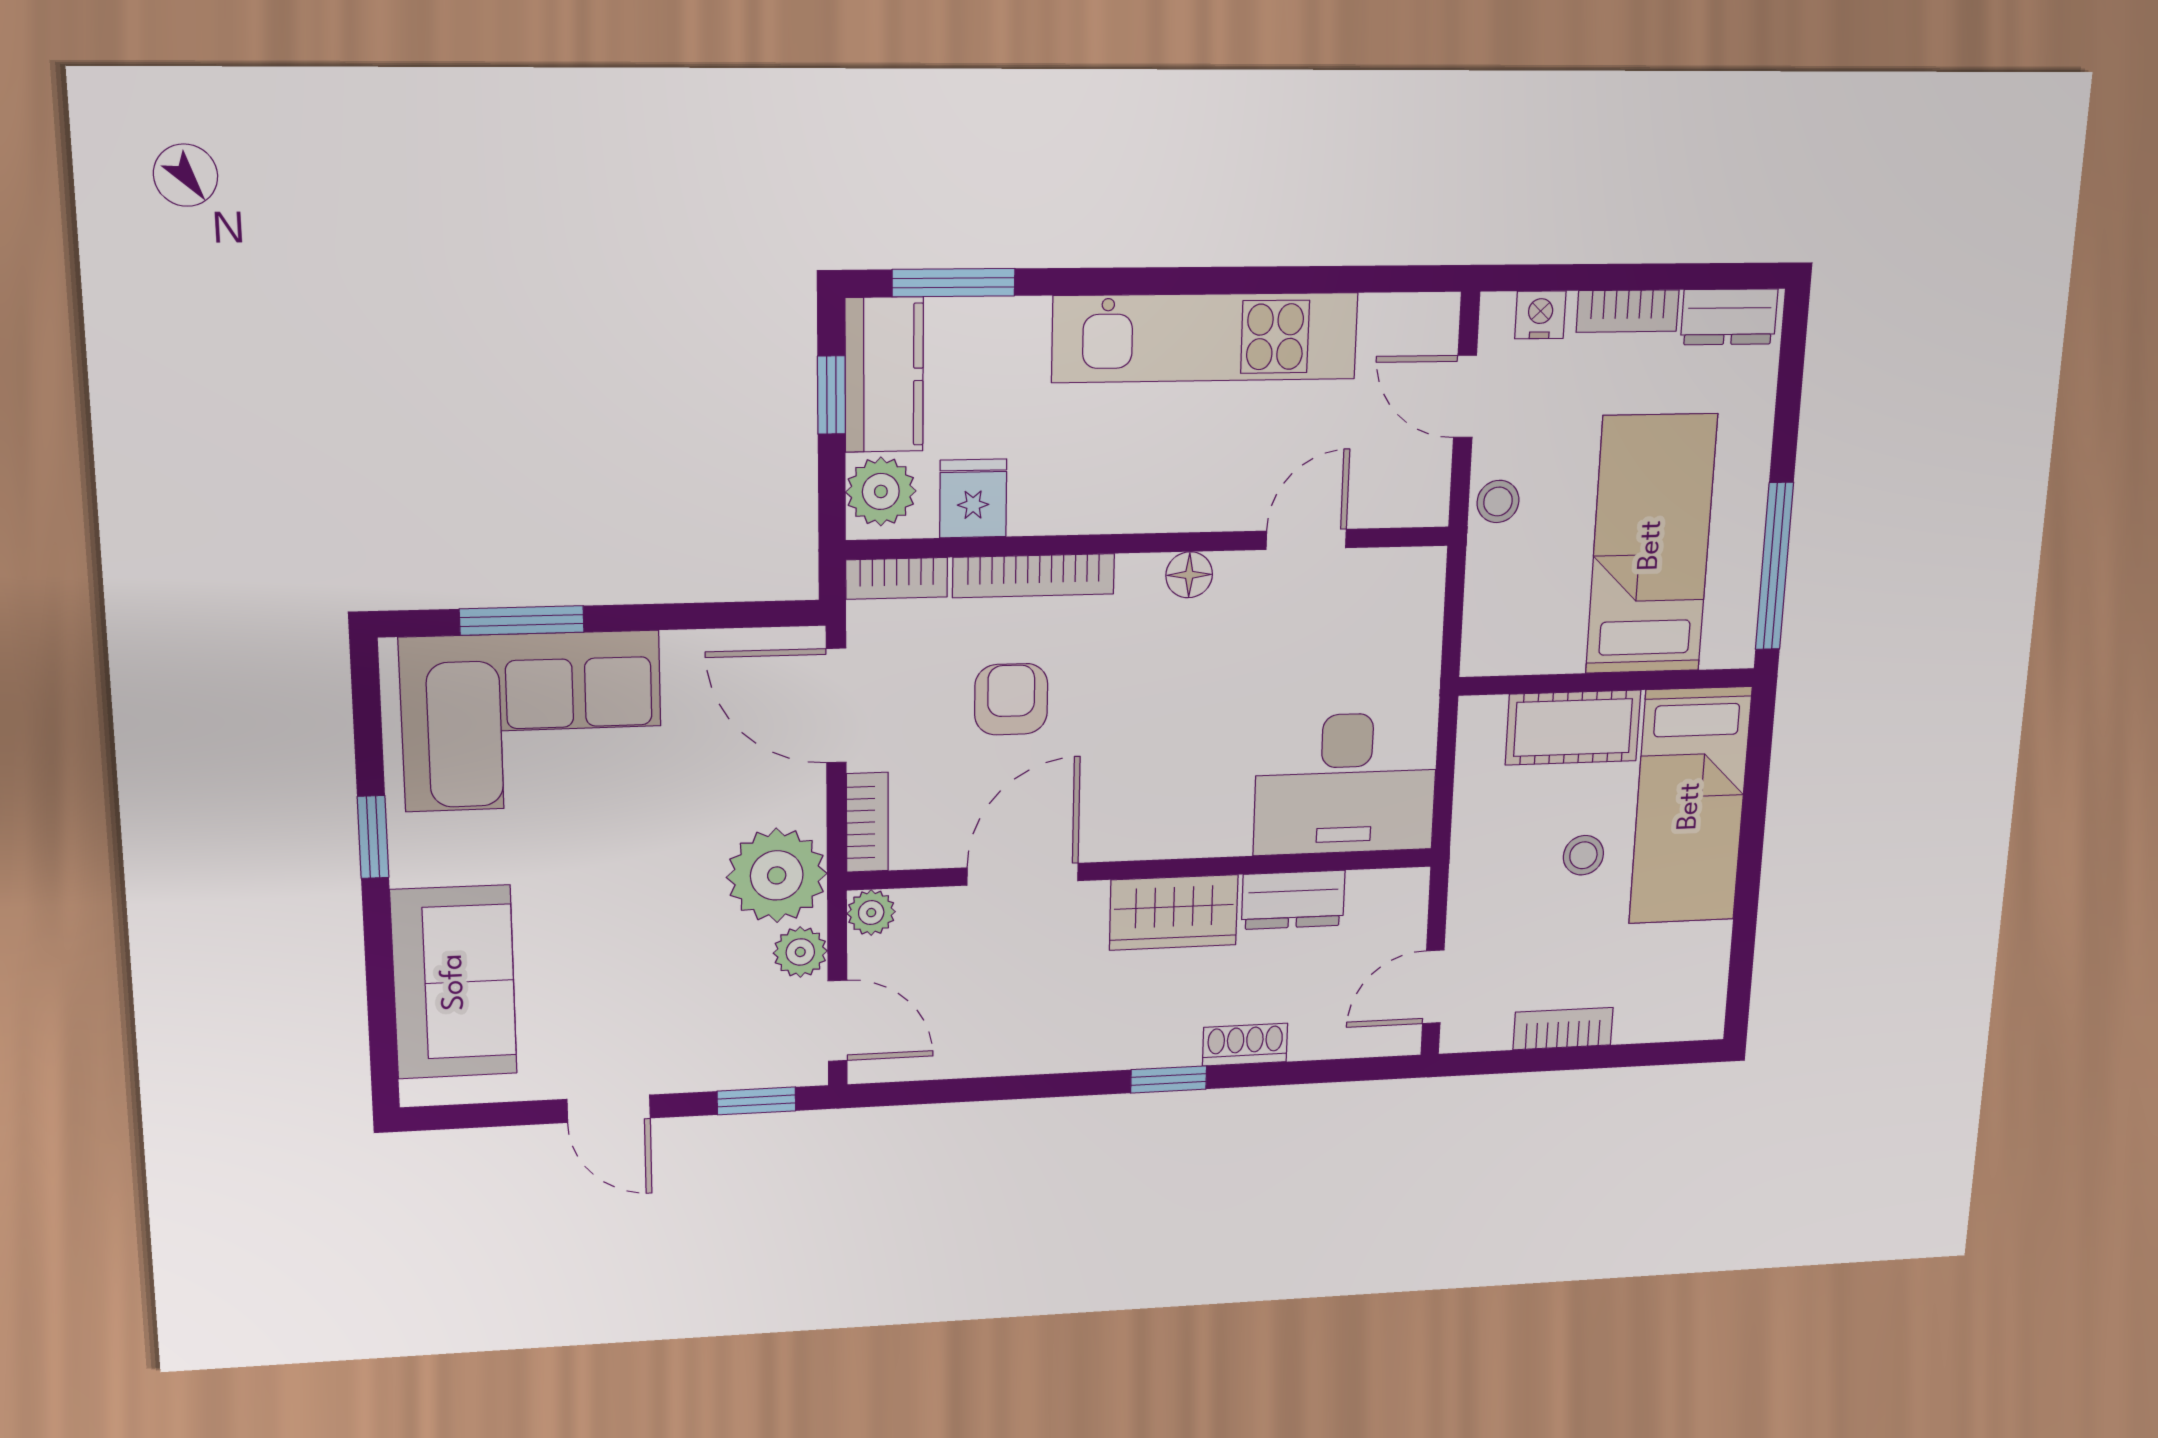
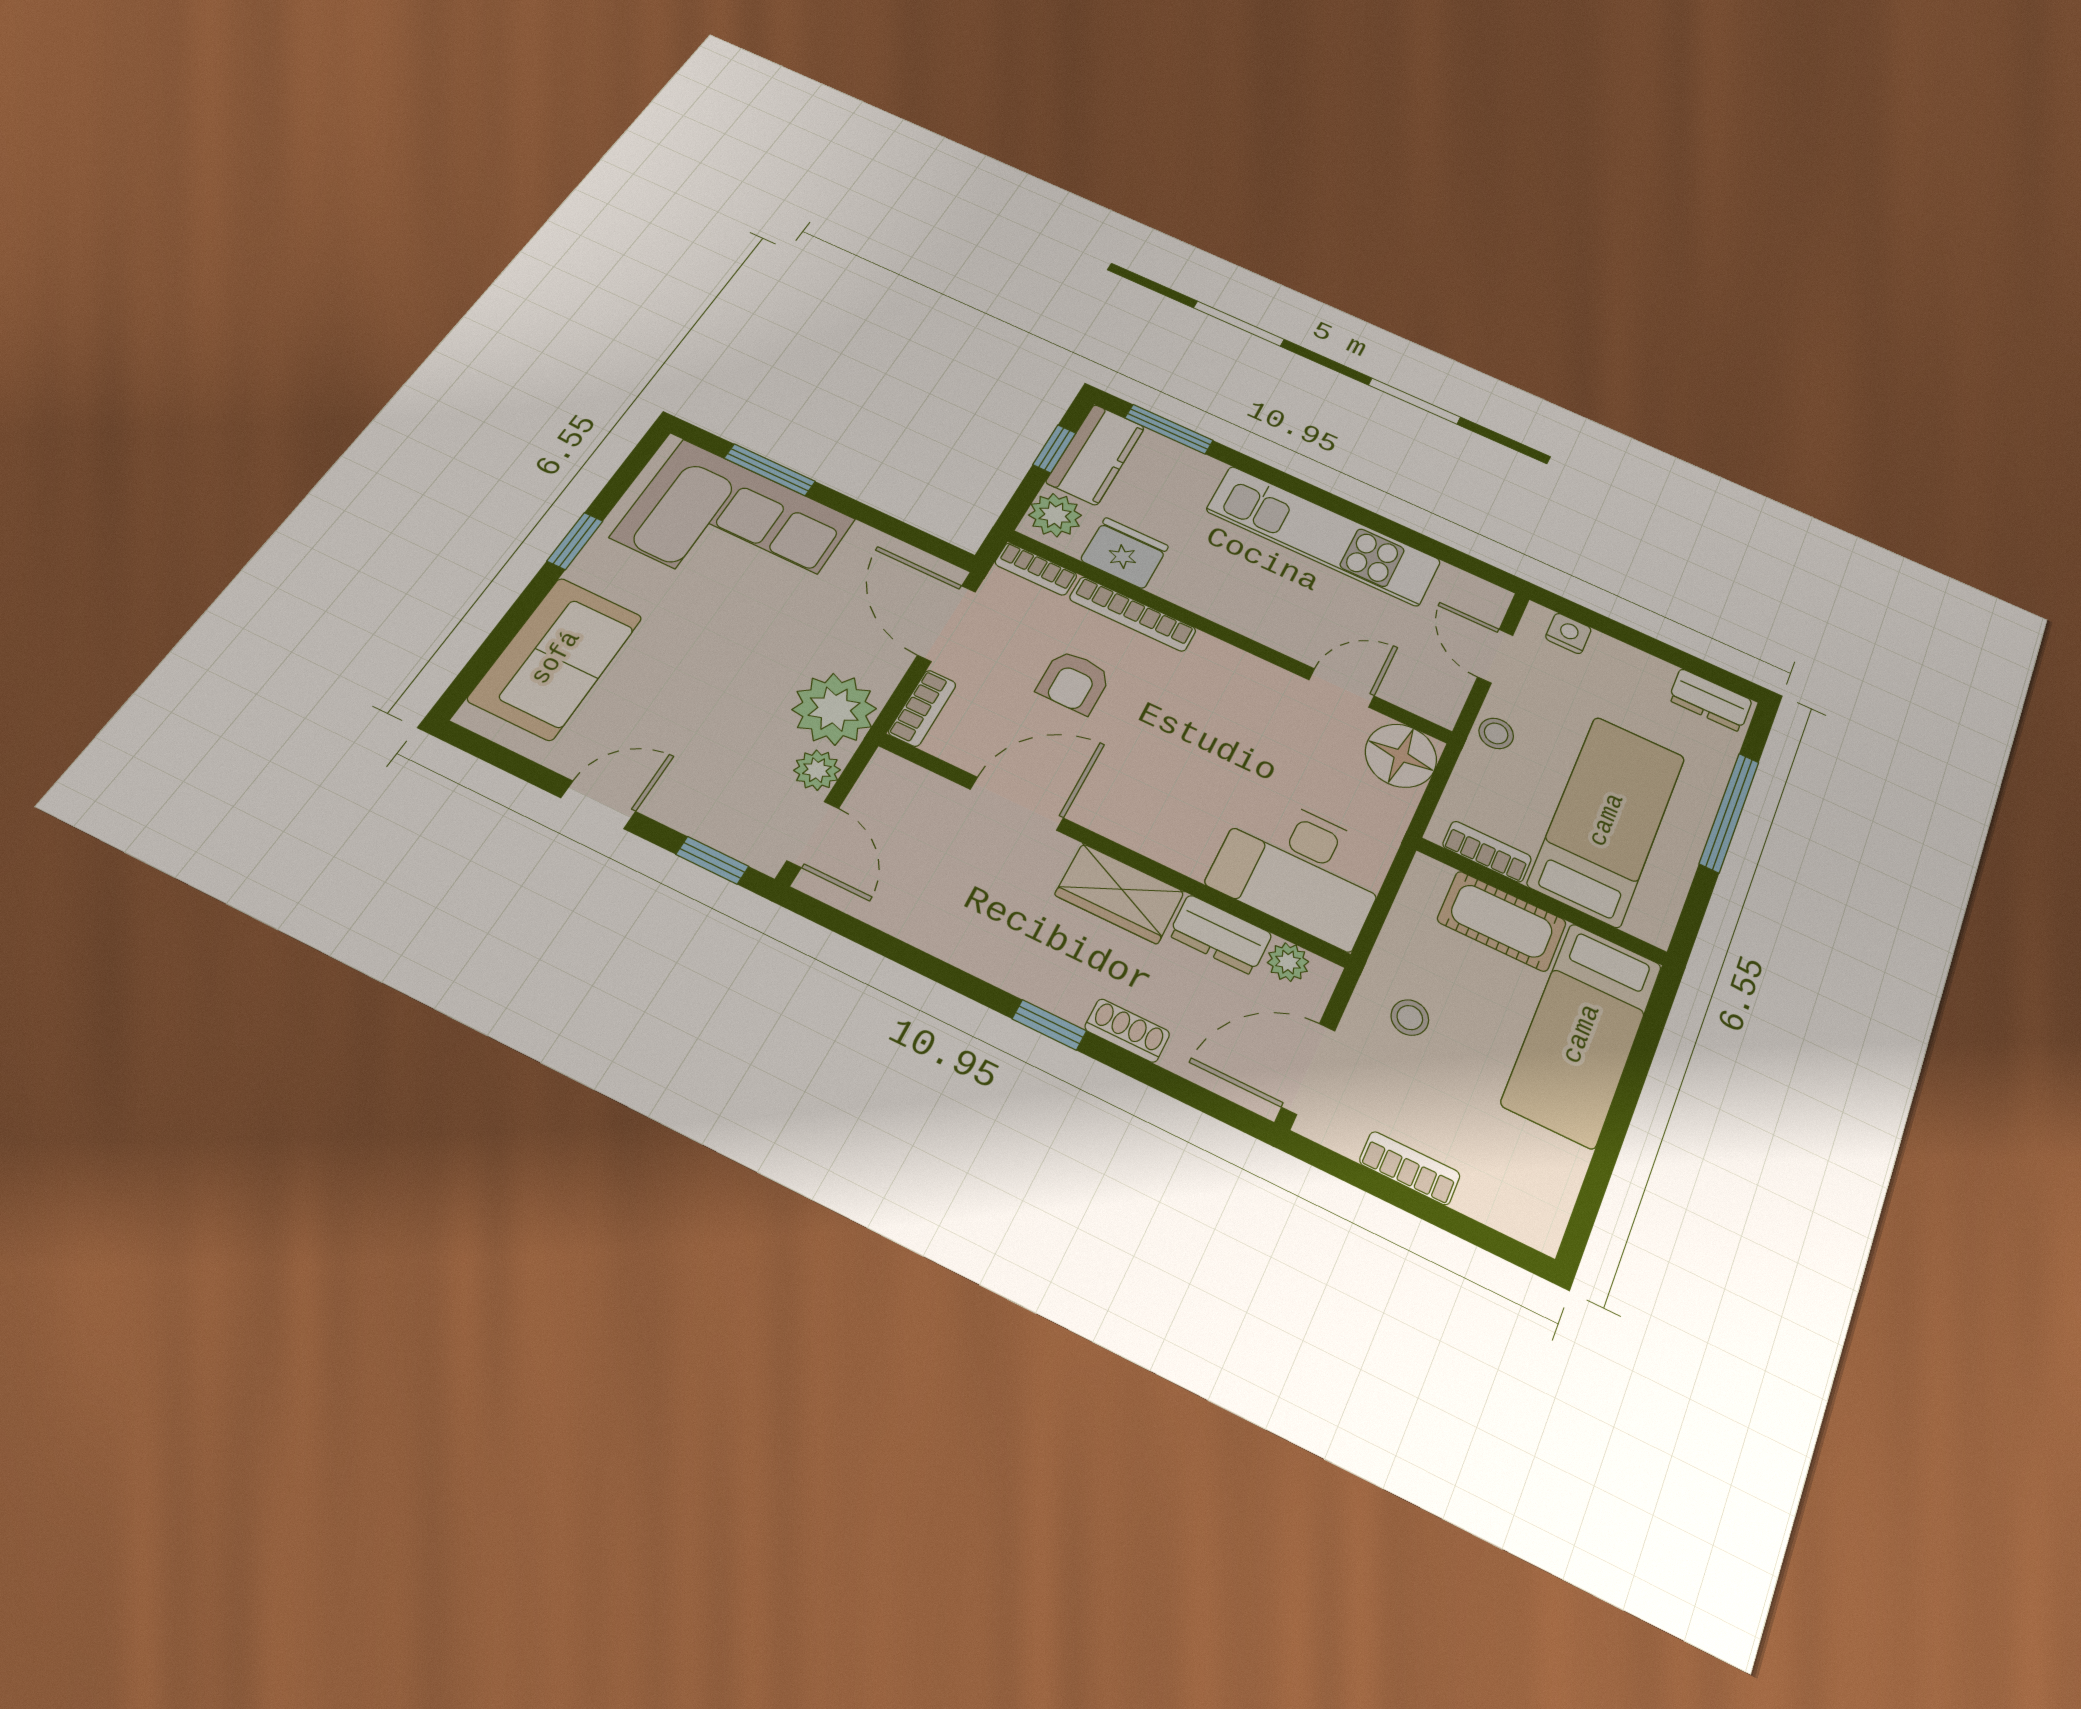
bookcase: (1628, 311) -> (1487, 852), moved, turned 180
fridge: (973, 498) -> (1124, 553), width x1.38
window: (1774, 566) -> (1729, 812), moved
floor lamp: (1189, 575) -> (1401, 756), moved, width x1.89, depth x1.89
armchair: (1011, 699) -> (1074, 682), turned 180
stool: (1583, 855) -> (1410, 1018), moved
plant: (871, 913) -> (1288, 962), moved
door: (1433, 987) -> (1308, 1069), width x1.38
door: (609, 1109) -> (598, 805), swing flipped

